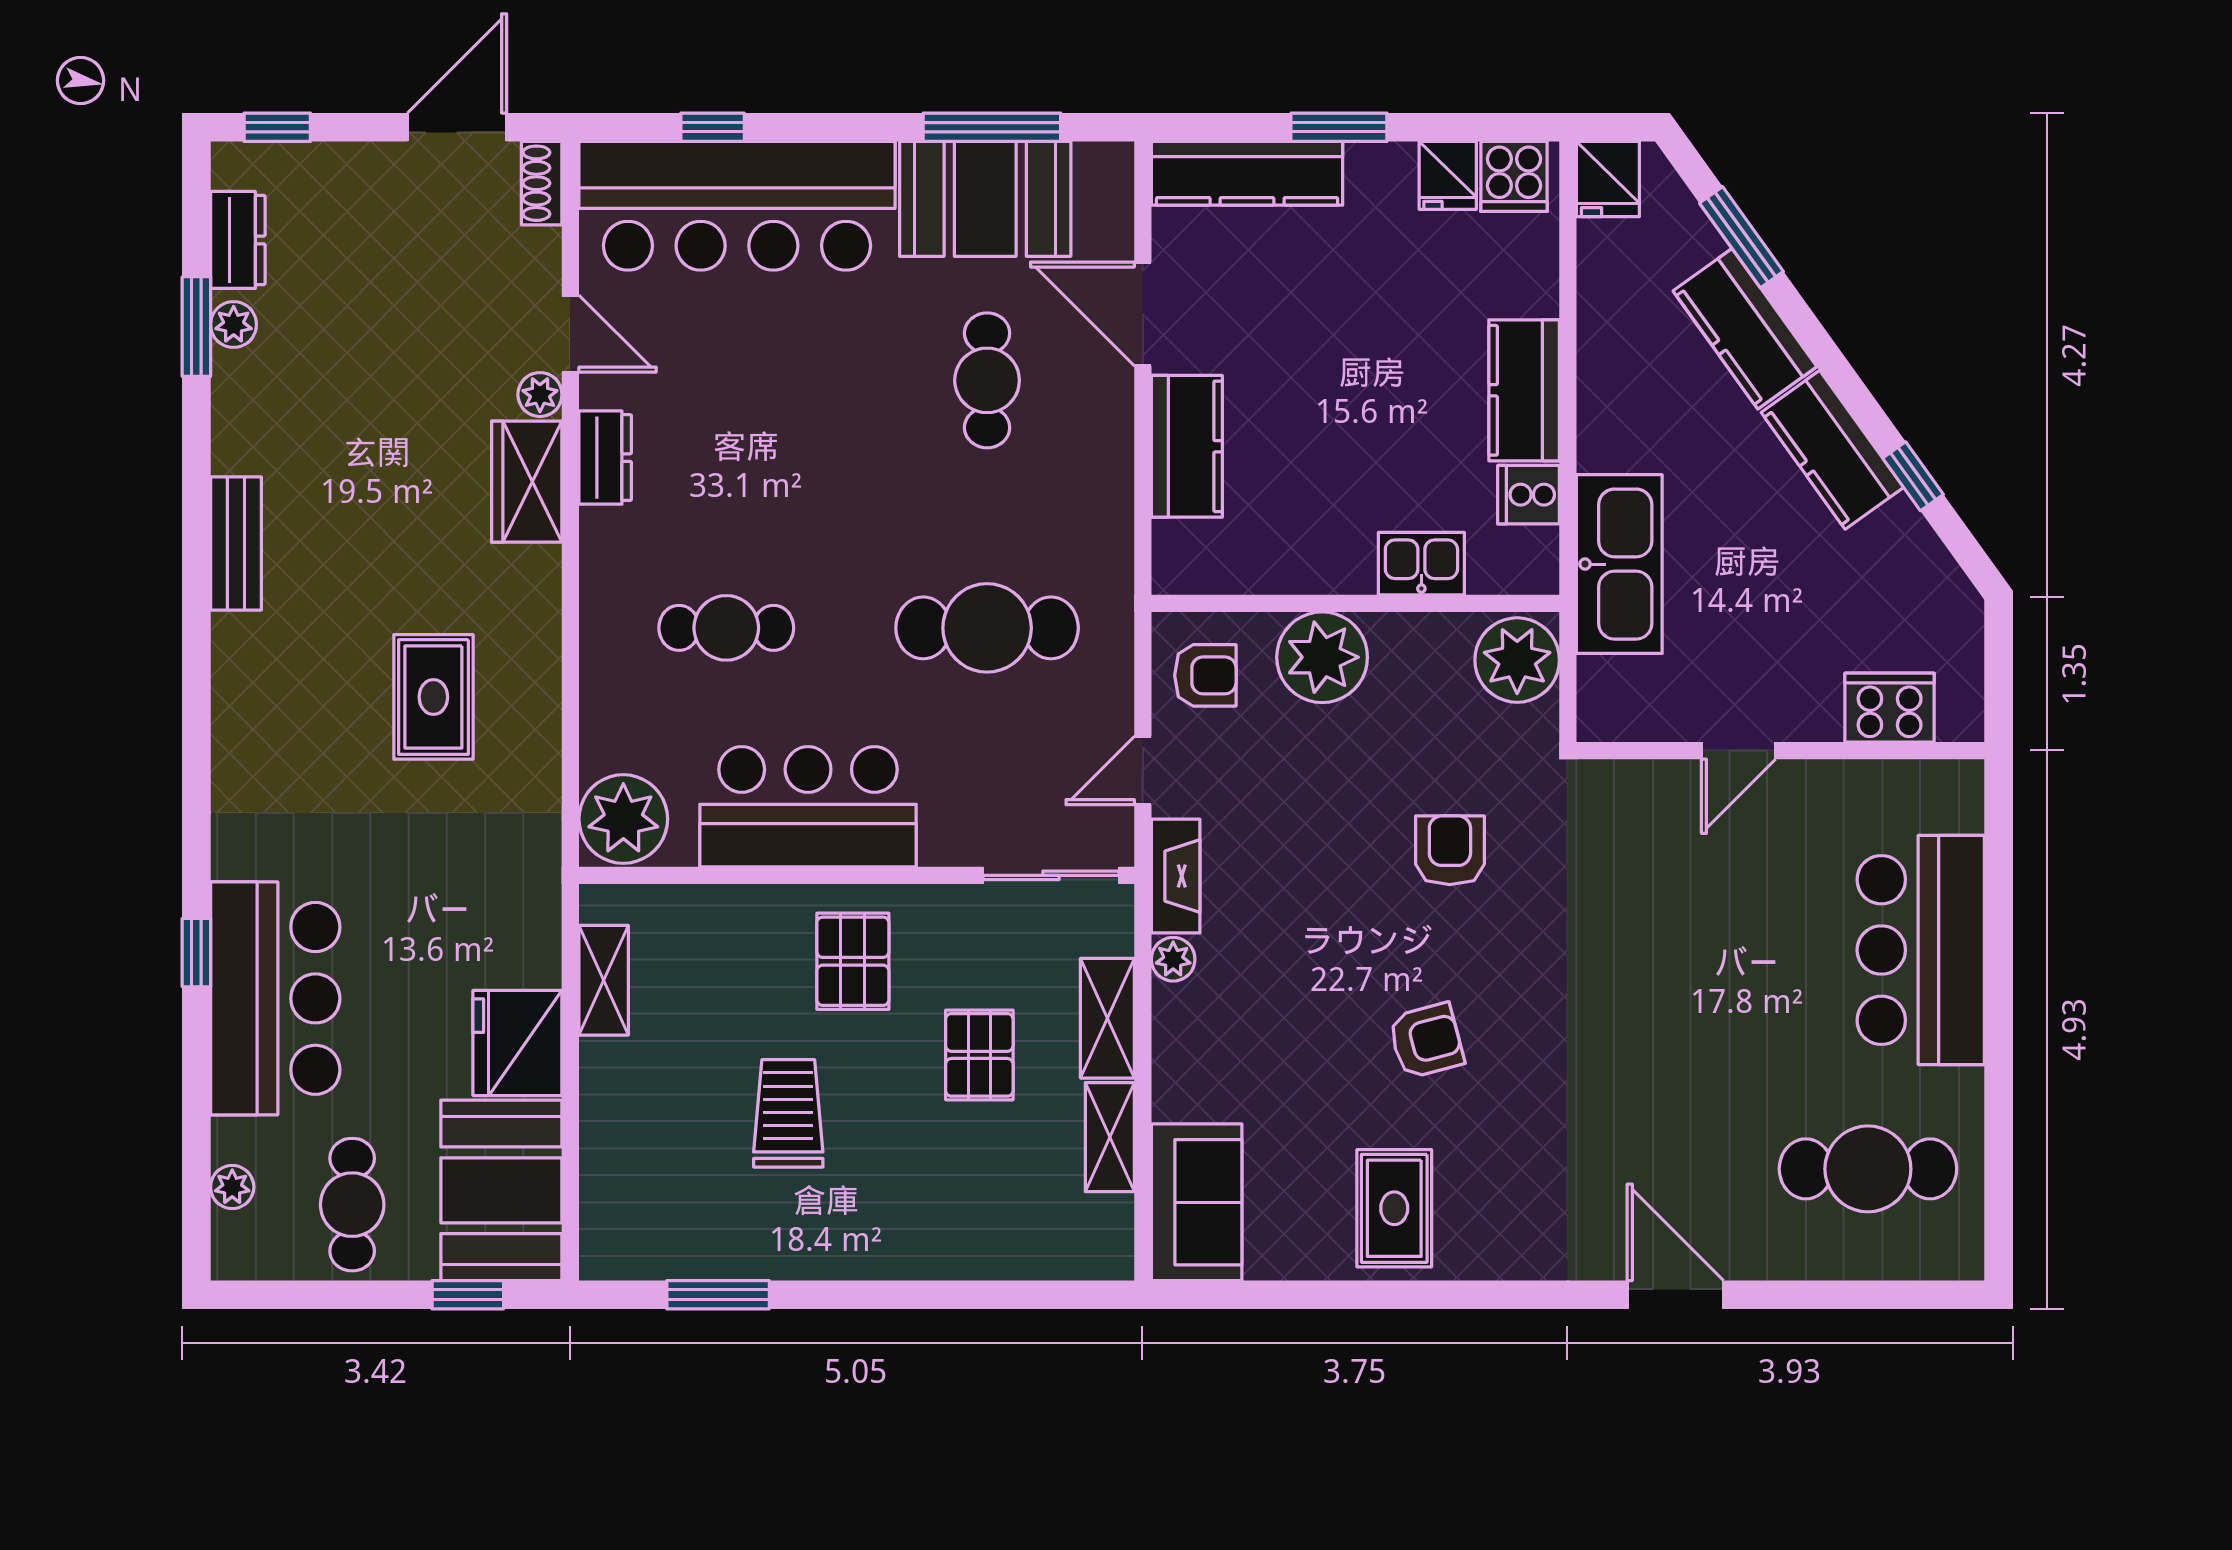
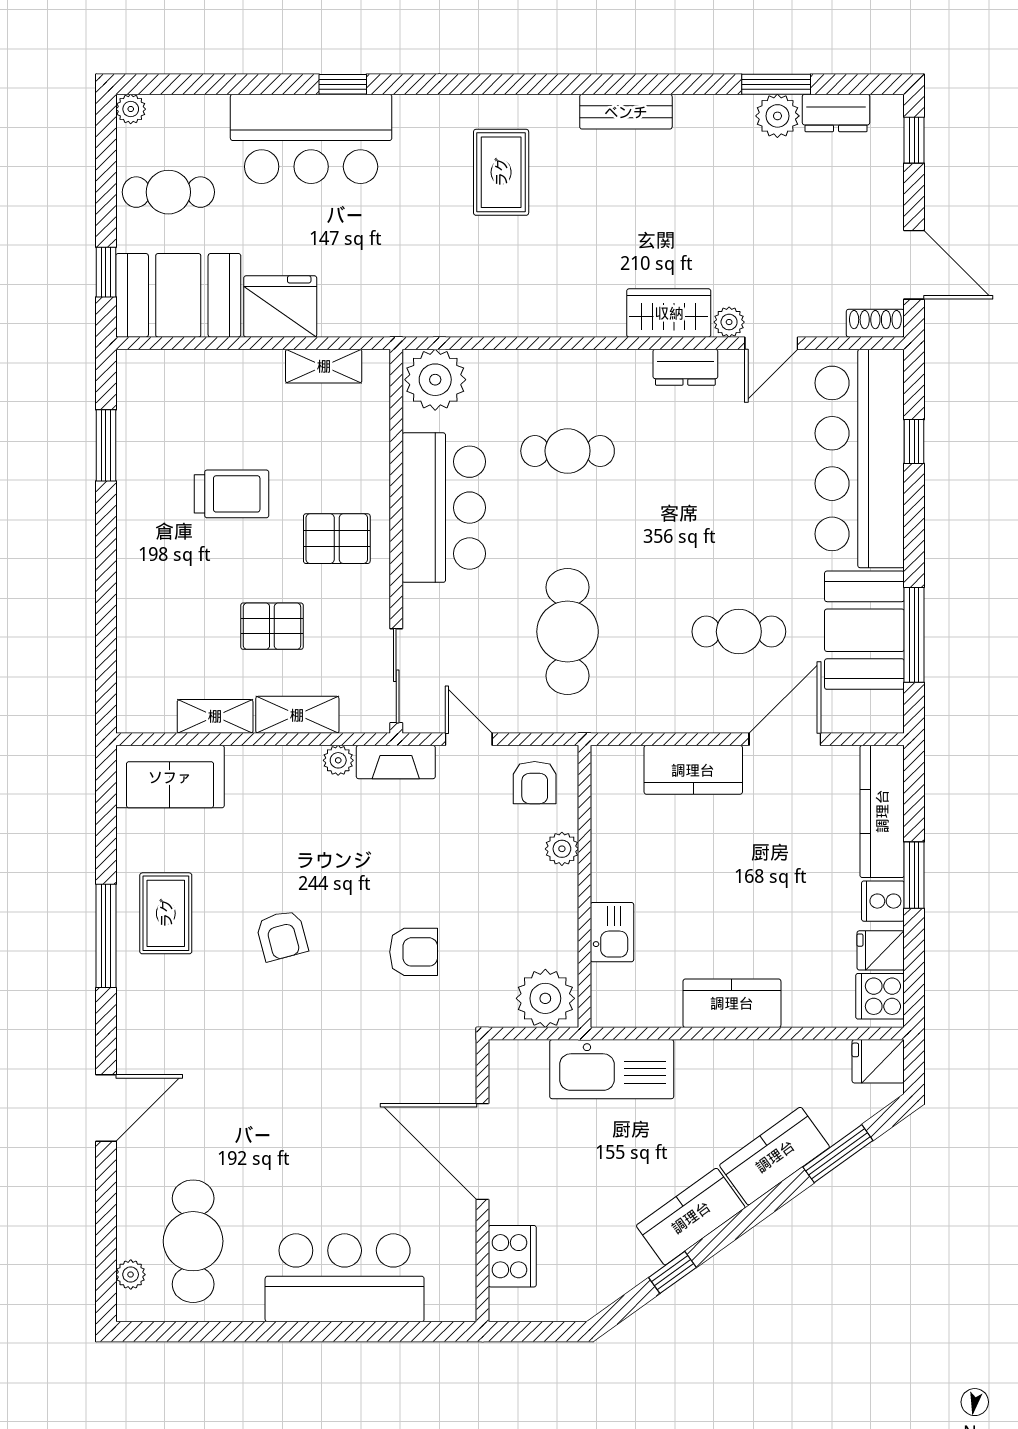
plant: (234, 325) -> (777, 116), width x1.38, depth x1.38
cooker: (1529, 495) -> (883, 901), moved, turned -90
cafe table: (726, 628) -> (568, 451), turned 90
plant: (1322, 657) -> (562, 849), width x0.53, depth x0.53
rug: (433, 697) -> (501, 172), moved, turned 90
door: (1738, 751) -> (483, 1152), width x1.88
plant: (232, 1187) -> (131, 109), moved
rug: (1394, 1208) -> (166, 913), turned 90
plant: (1916, 1259) -> (131, 1275), added
window: (1427, 1295) -> (106, 936), added

